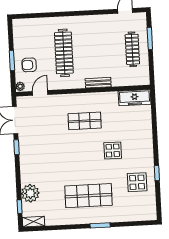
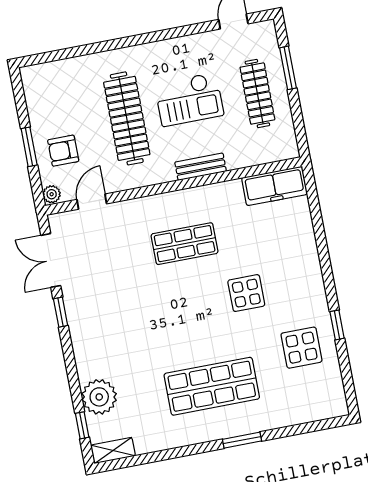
checkout: (97, 47) -> (189, 99), added

